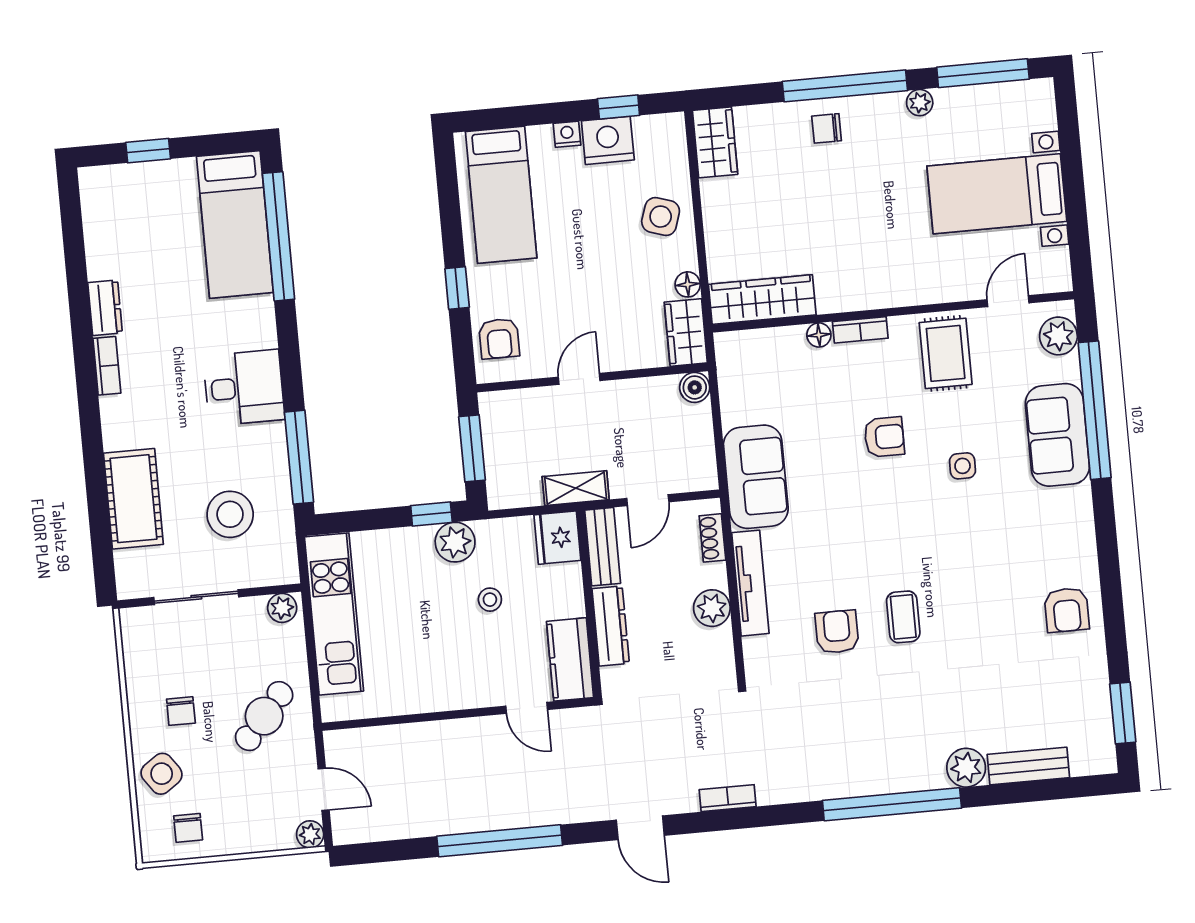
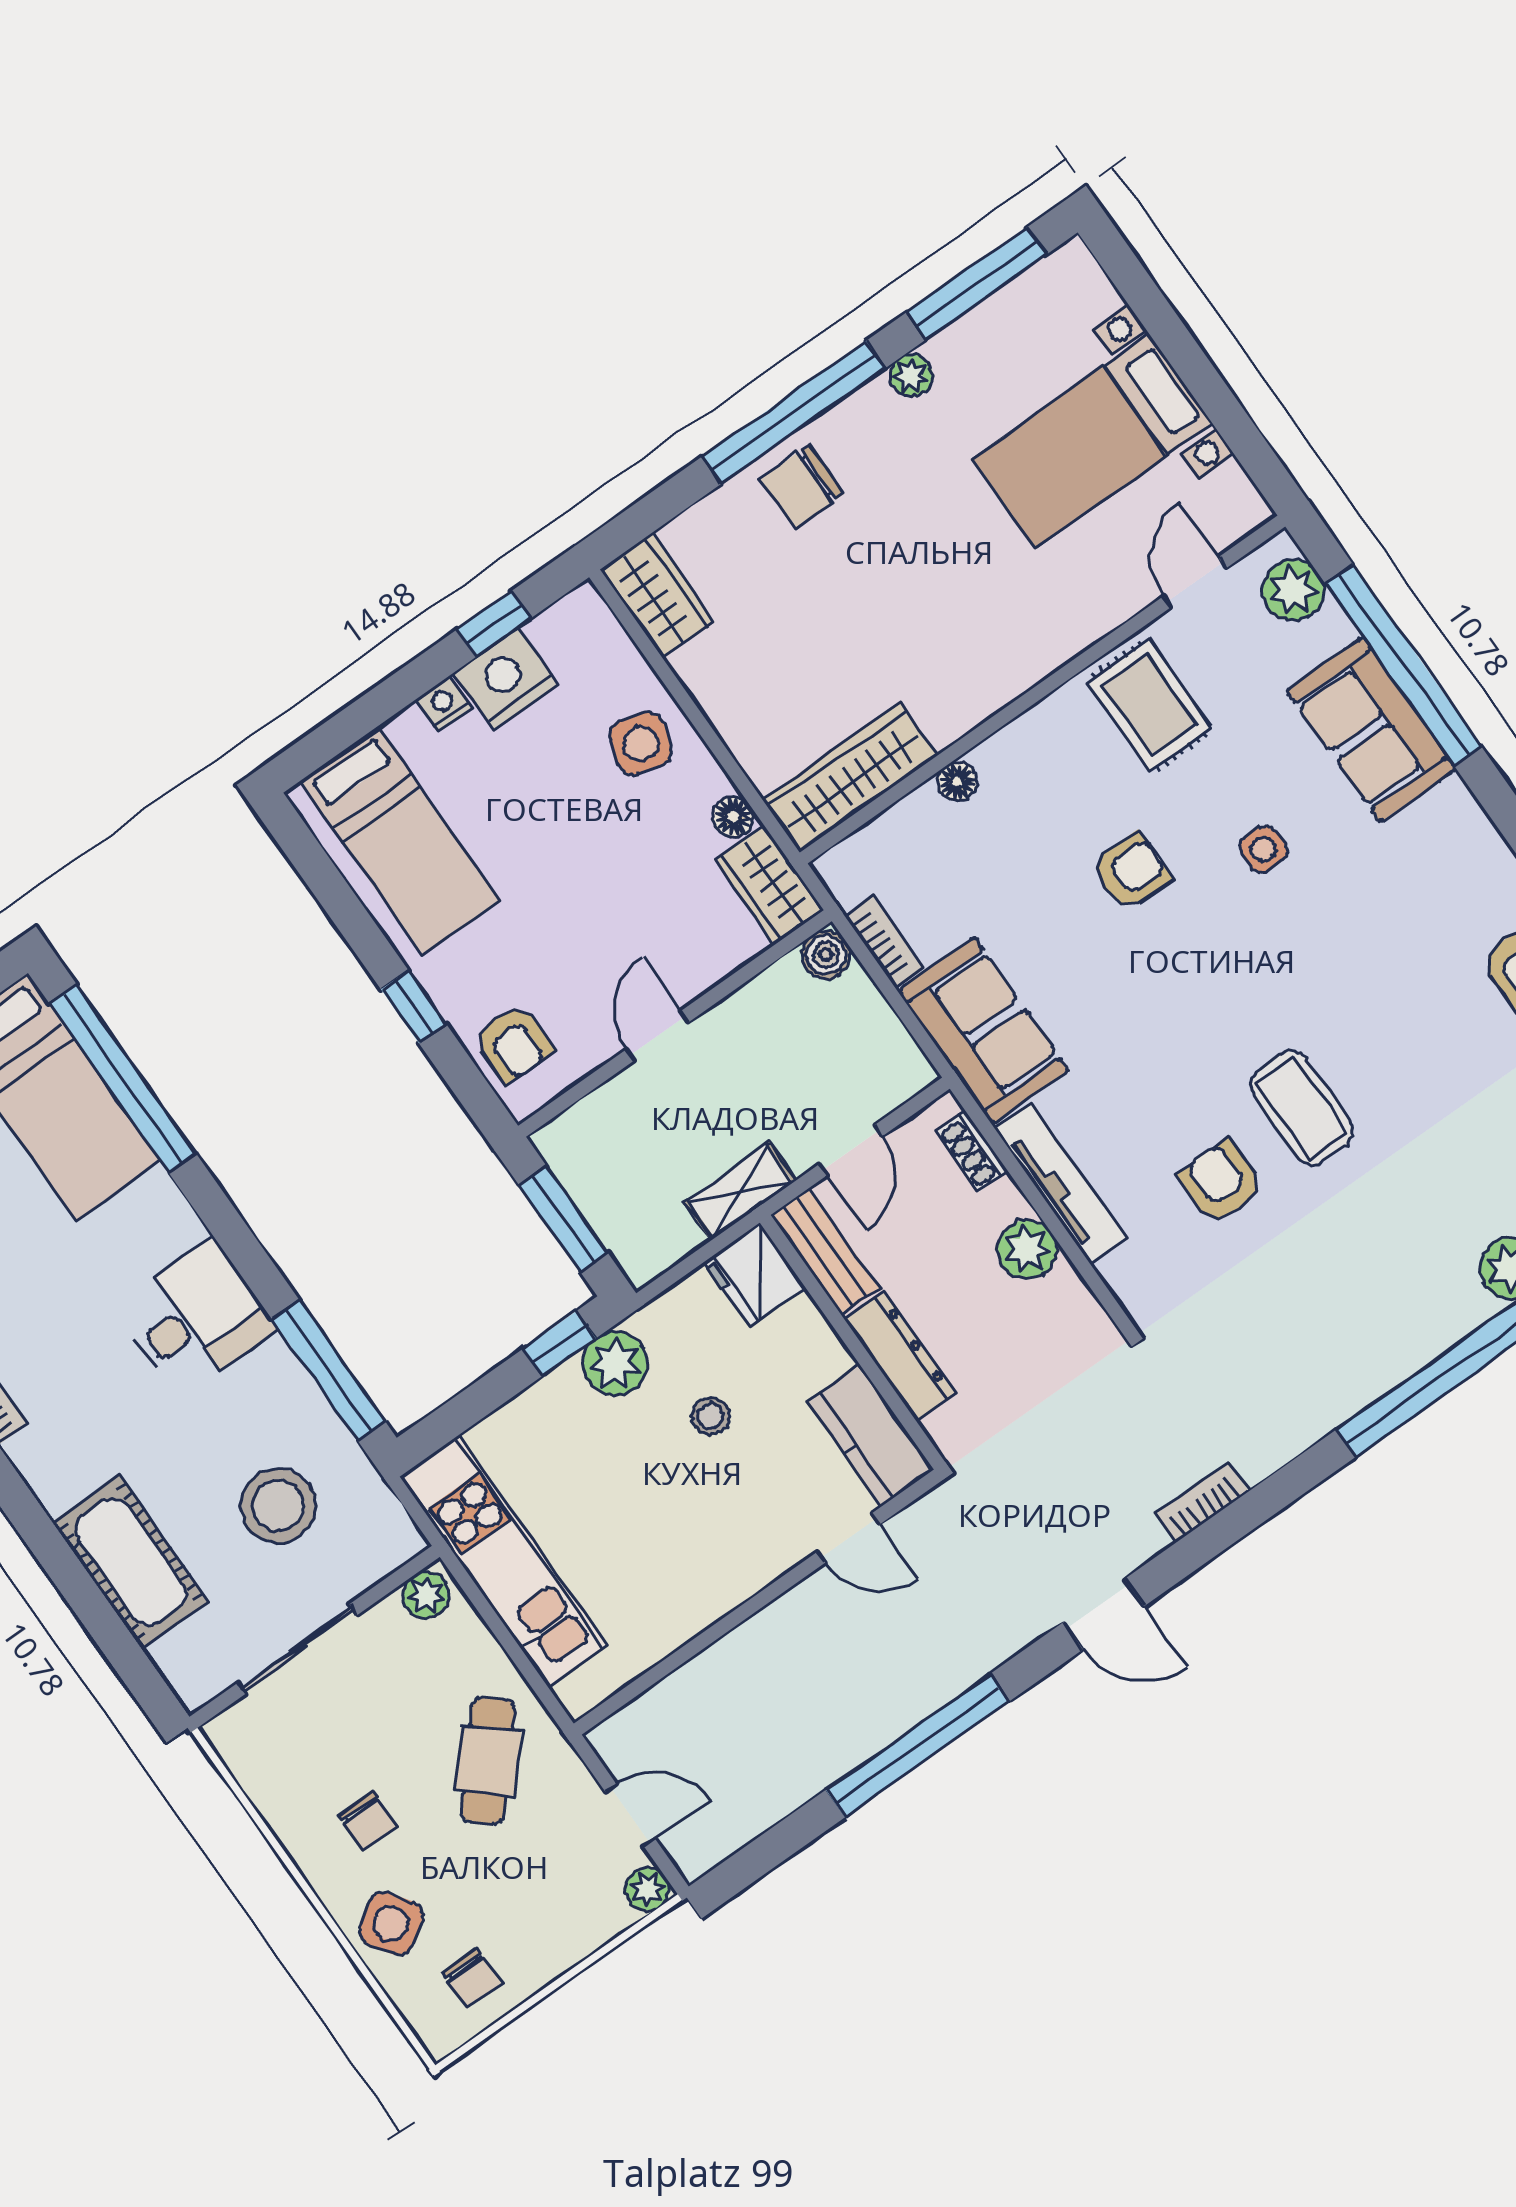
chair: (827, 128) -> (802, 487), width x1.37, depth x1.37
bookcase: (860, 330) -> (884, 942), moved, turned -90
coffee table: (903, 617) -> (1302, 1108), width x1.36, depth x1.30

